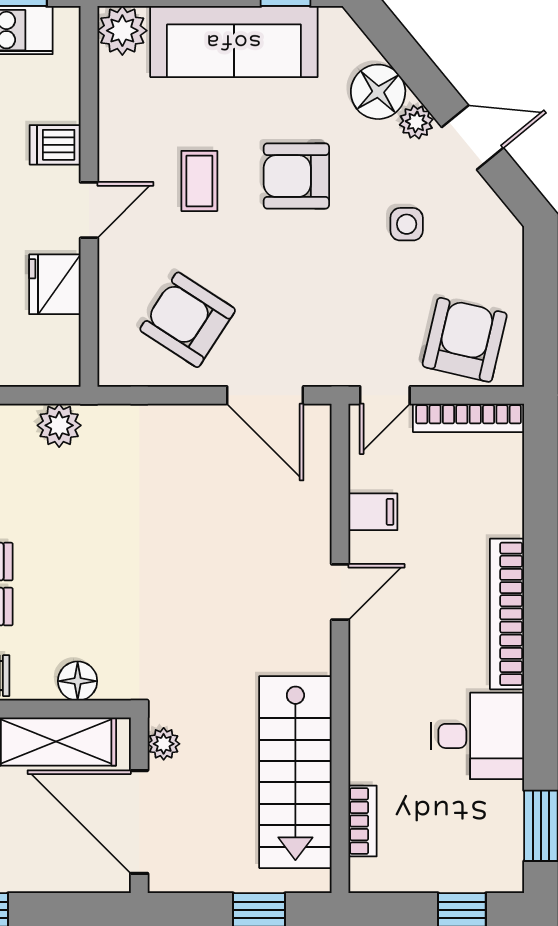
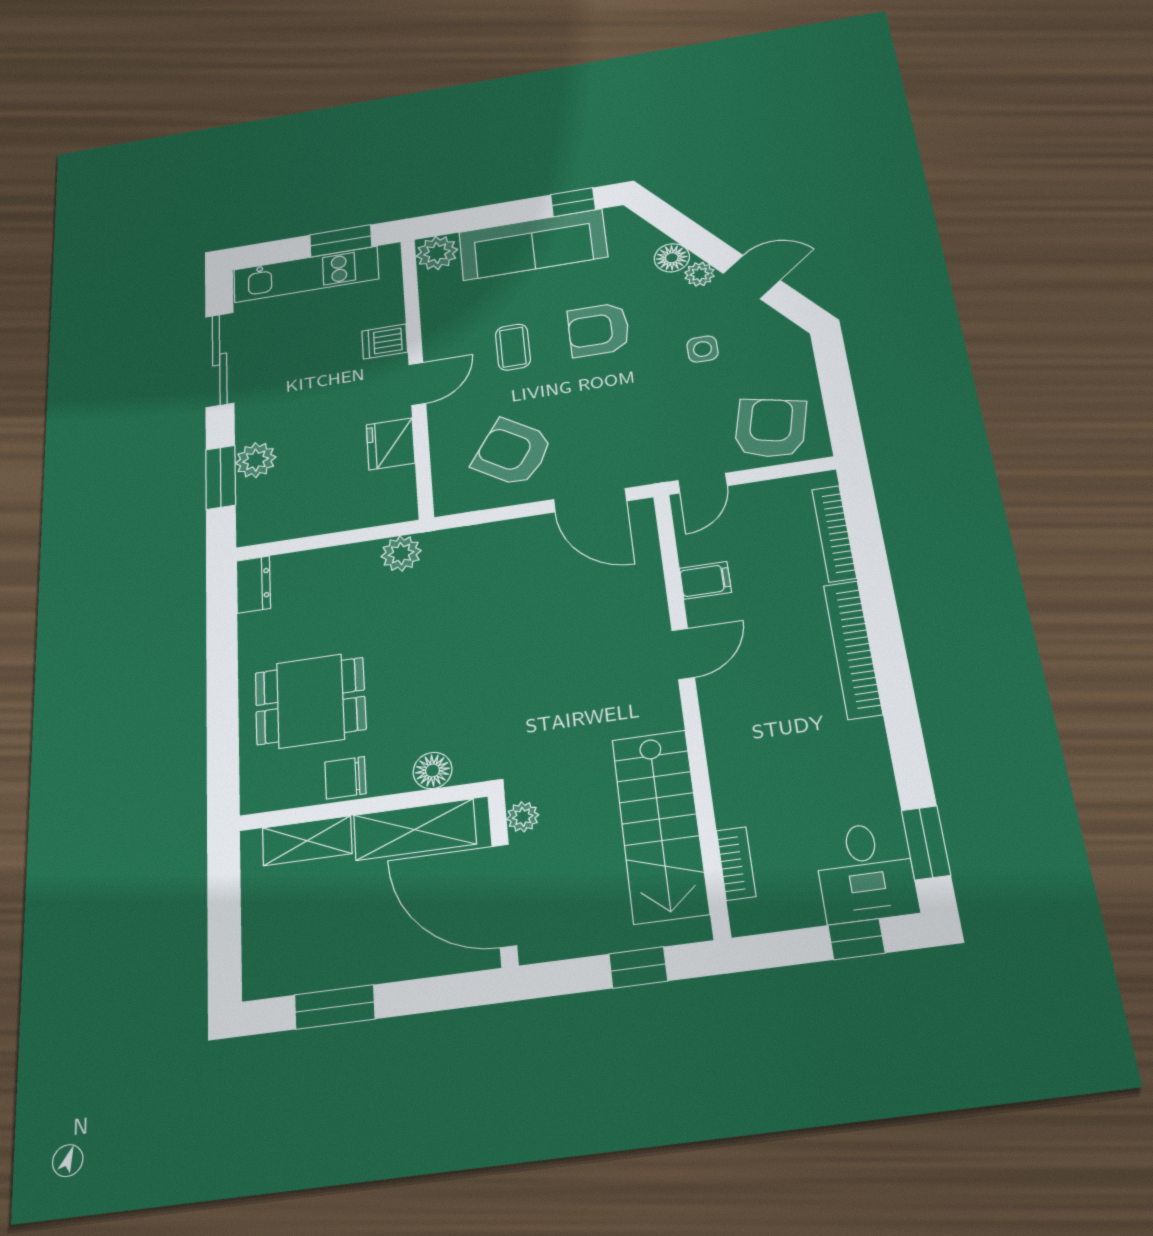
floor lamp: (378, 92) -> (672, 258), width x0.73, depth x0.73
bookcase: (468, 418) -> (834, 533), moved, turned 90
desk: (478, 736) -> (866, 872), moved, turned 90

